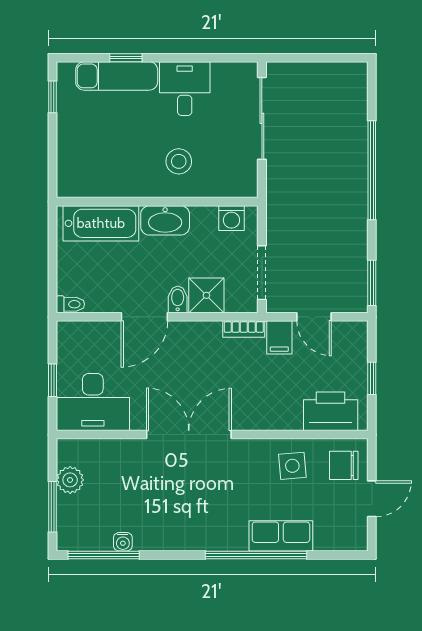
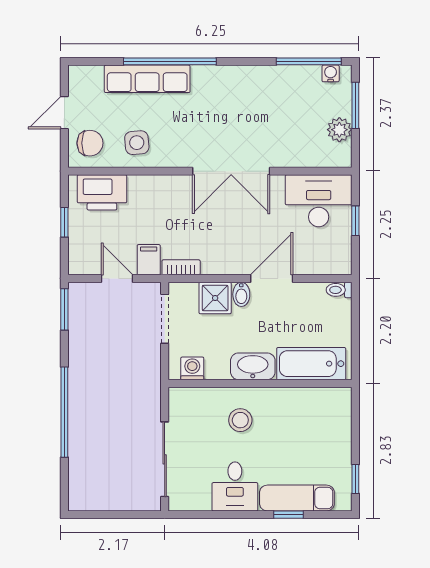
row of seats: (281, 536) -> (147, 79), width x1.48
water cooler: (123, 542) -> (331, 73), moved

